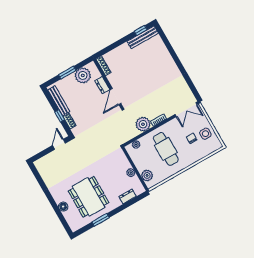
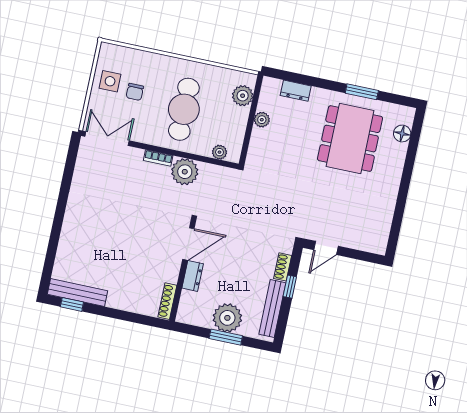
plant: (83, 75) -> (227, 318), moved
floor lamp: (63, 207) -> (402, 133), moved

